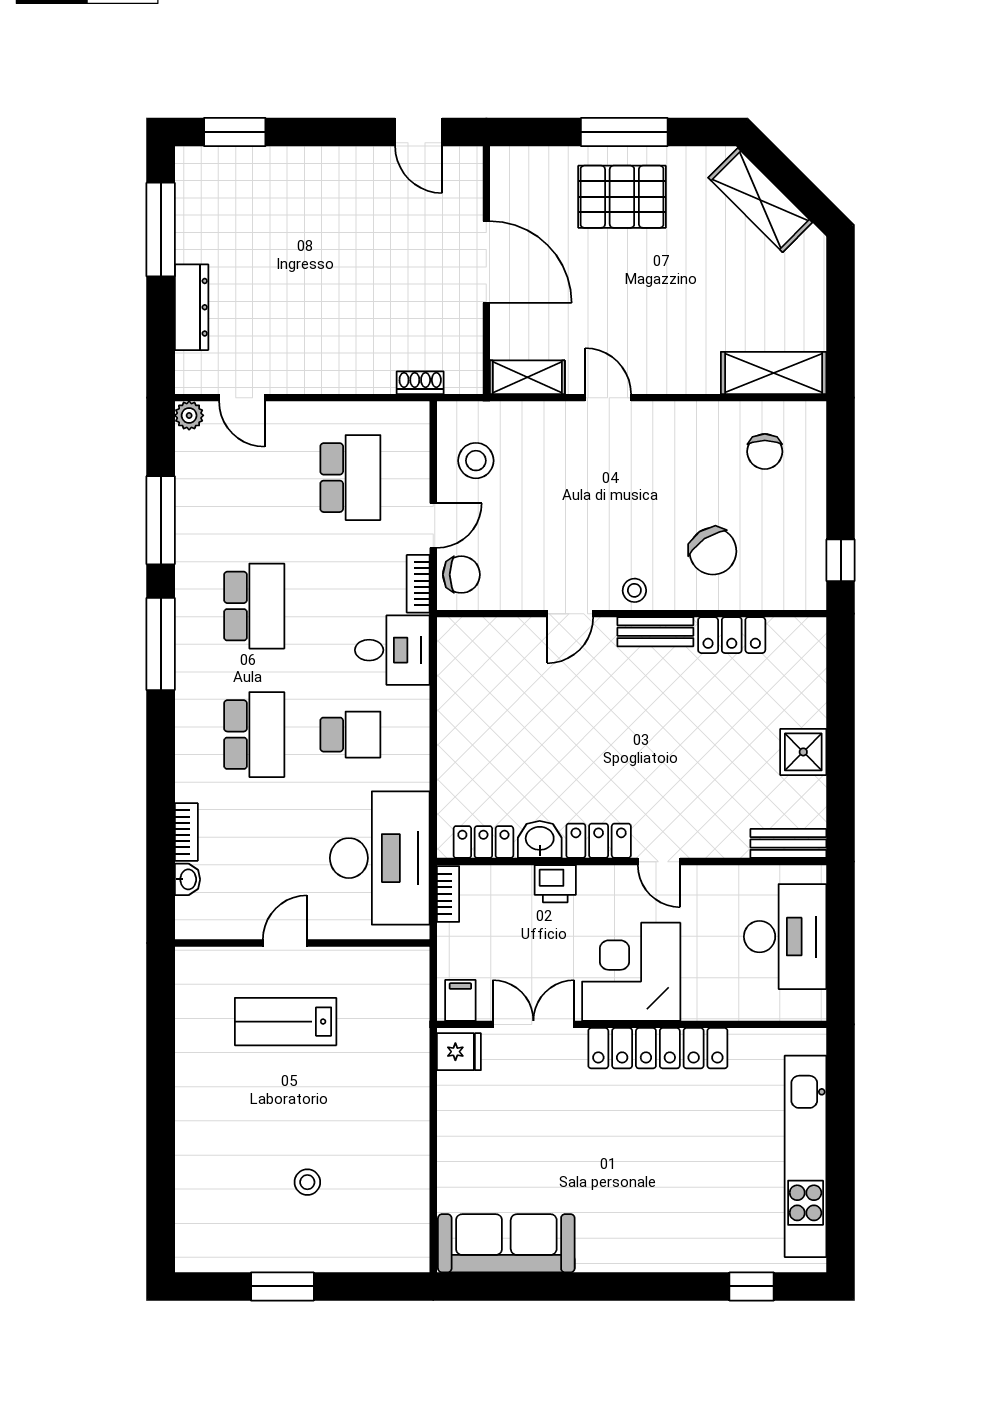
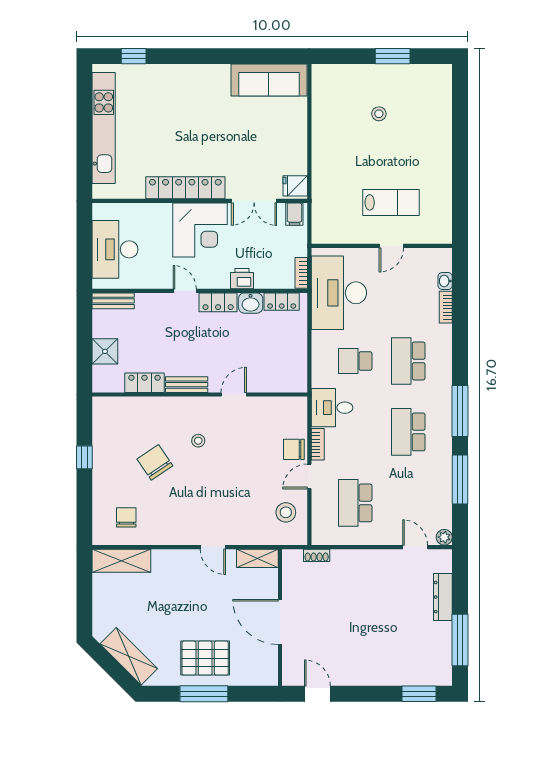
door: (570, 614) -> (234, 395), moved
wall: (632, 614) -> (200, 395), moved
bench: (655, 632) -> (187, 385), moved
locker: (732, 635) -> (145, 383), moved

